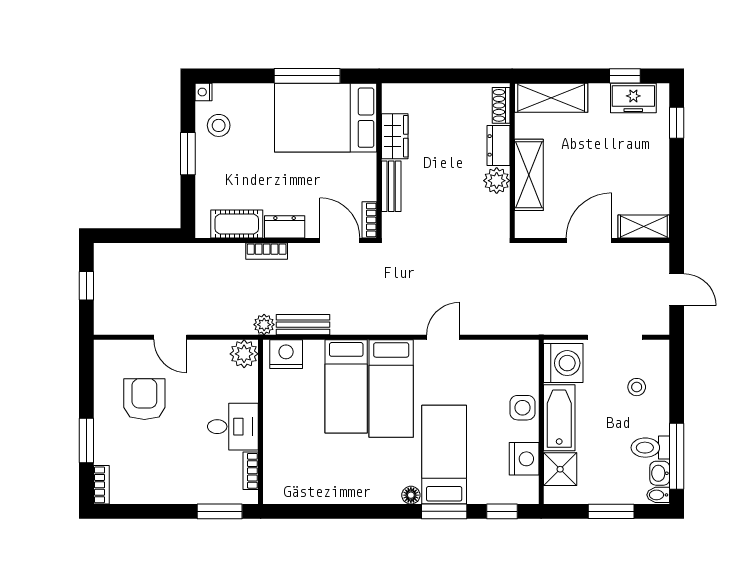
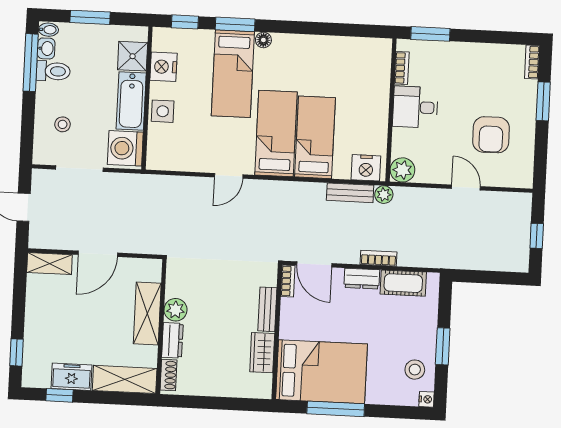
freezer: (633, 98) -> (71, 377), moved

